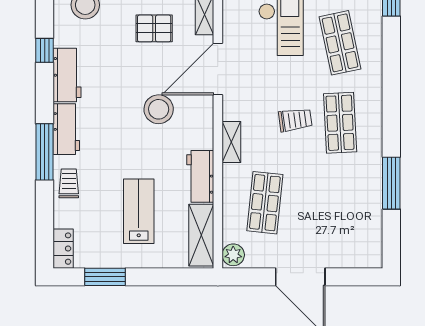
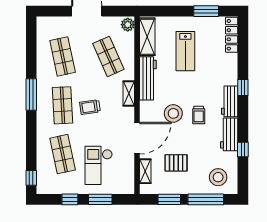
window: (45, 152) -> (243, 88), width x0.46
workbench: (200, 176) -> (148, 78), width x1.38
trolley: (69, 183) -> (199, 115), moved
window: (391, 183) -> (31, 94), moved
shop shelf: (265, 203) -> (108, 56), turned -30
shop shelf: (340, 203) -> (63, 56), added
locker: (63, 249) -> (232, 35), width x1.53

